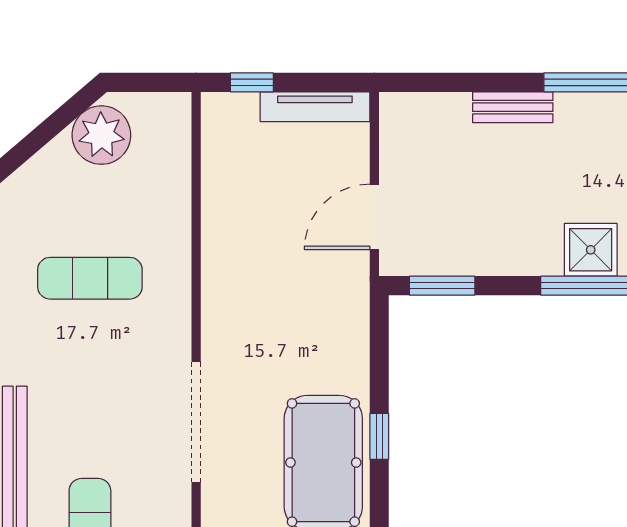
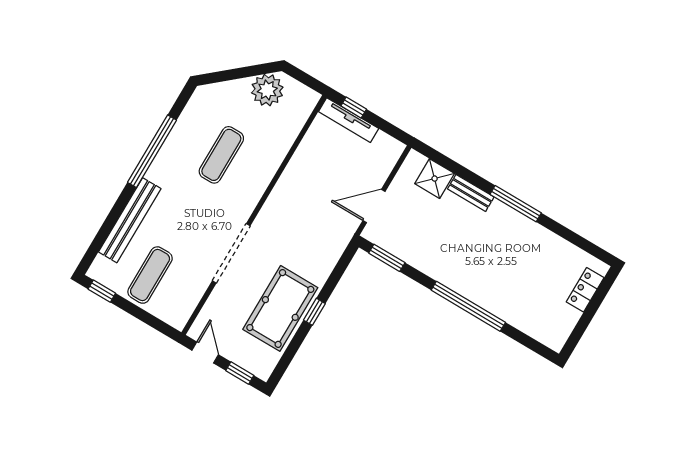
tv unit: (315, 107) -> (349, 120), moved
shower: (591, 250) -> (435, 179), moved
exercise mat: (90, 278) -> (221, 155), turned 90

